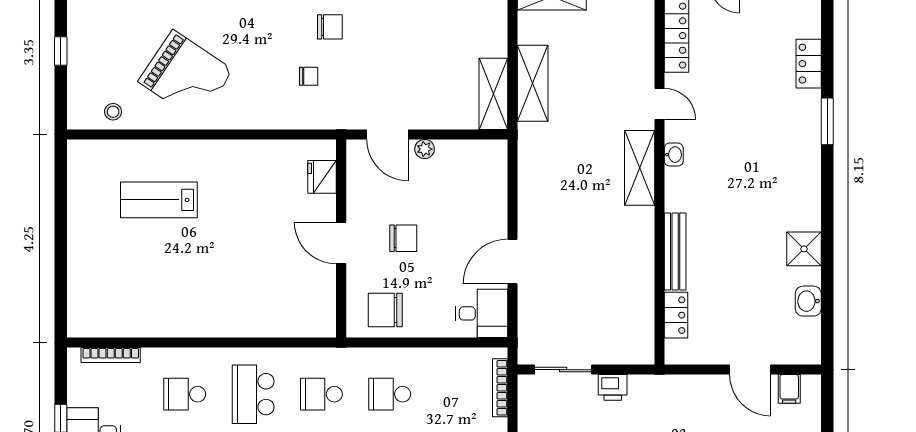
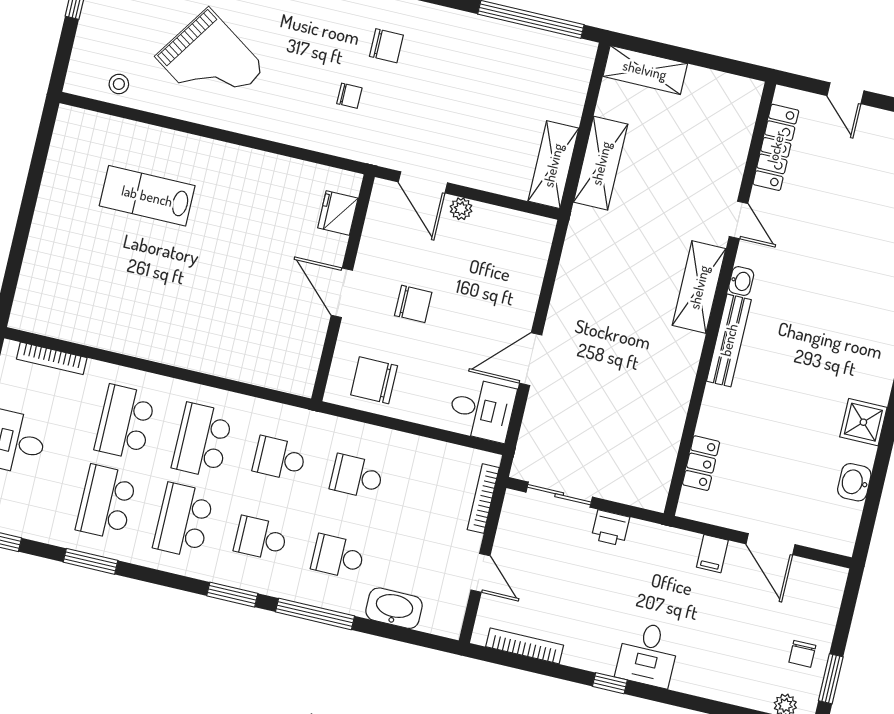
bench: (675, 252) -> (729, 340), moved
filing cabinet: (789, 389) -> (712, 554), moved
school desk: (185, 394) -> (125, 422), width x1.85

